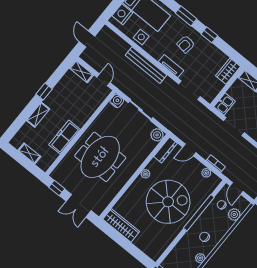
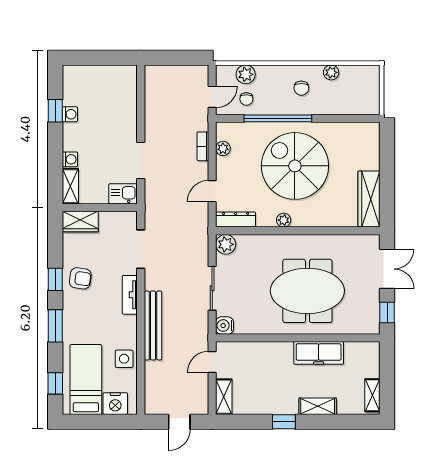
armchair: (186, 44) -> (80, 278), moved
door: (189, 150) -> (212, 191), swing flipped
shelving: (29, 153) -> (372, 395), moved

